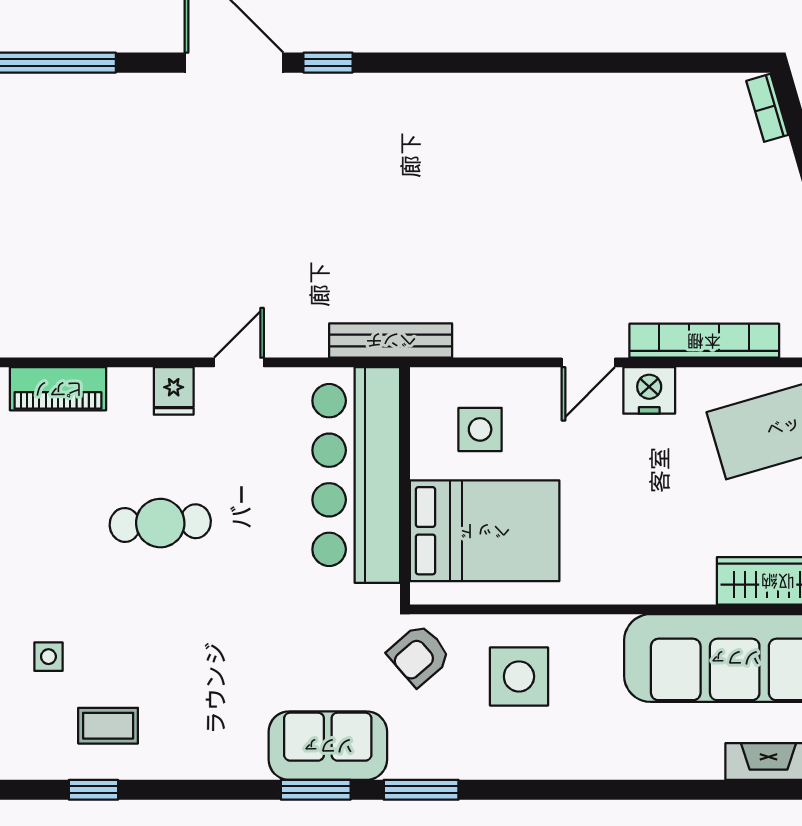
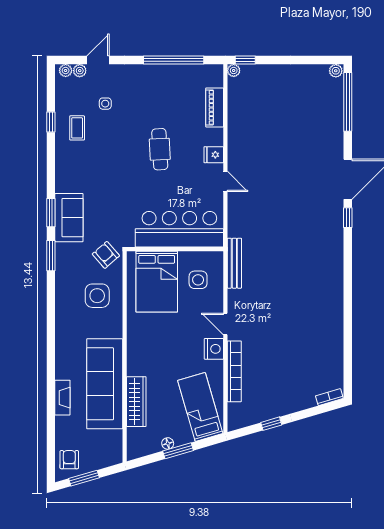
bench: (391, 340) -> (234, 263), moved

